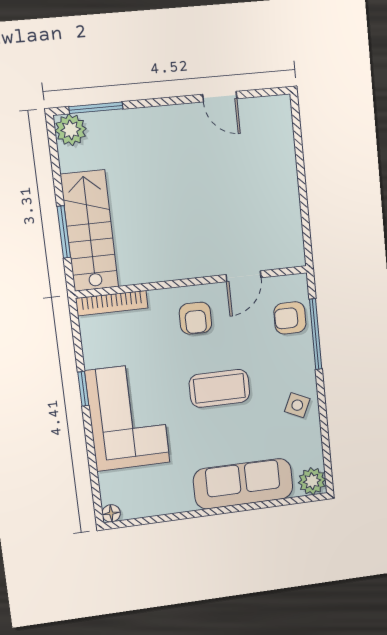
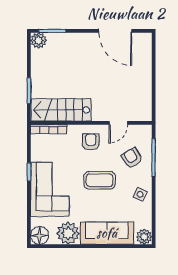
door: (220, 97) -> (115, 31), width x1.87
stairs: (90, 231) -> (61, 110), moved, turned -90
armchair: (195, 318) -> (91, 142), turned 180
armchair: (290, 318) -> (132, 158), moved, turned 59
plant: (171, 493) -> (68, 233), added
floor lamp: (111, 513) -> (40, 235), width x1.89, depth x1.89

